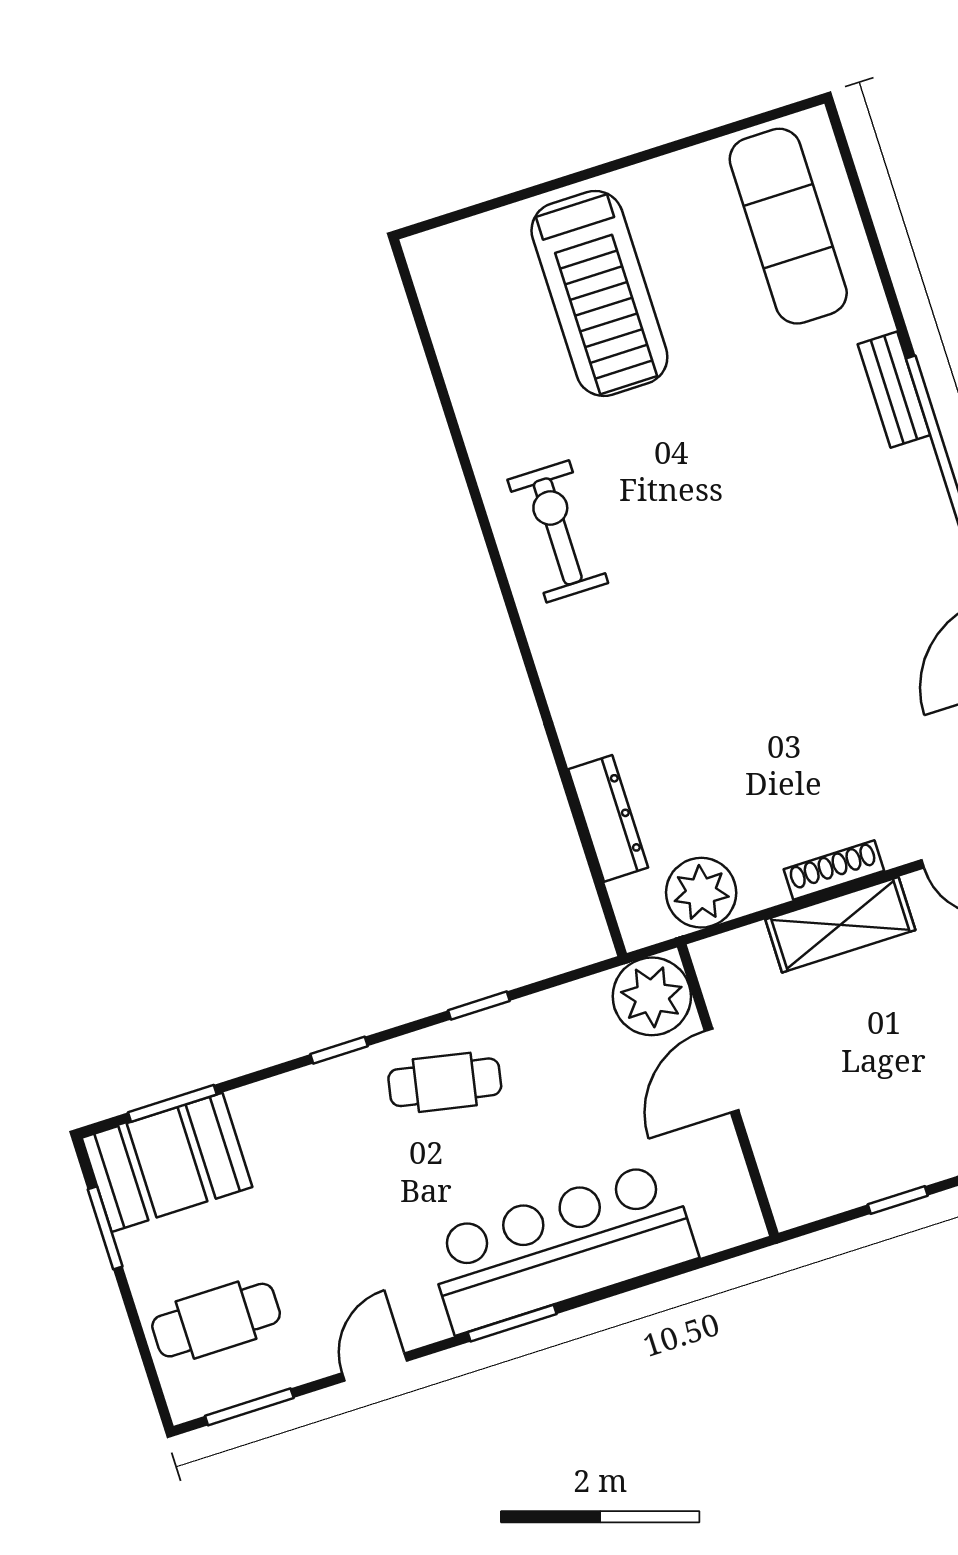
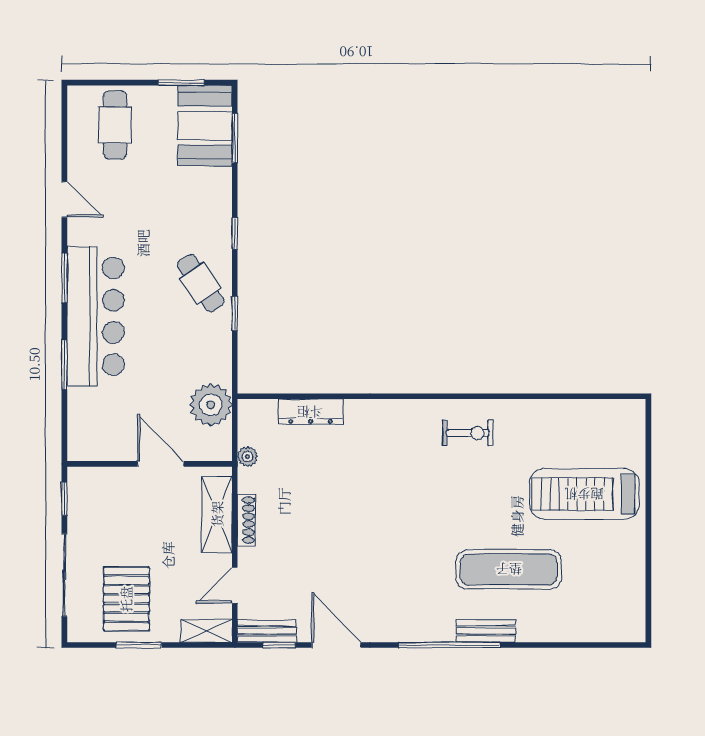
exercise mat: (788, 226) -> (509, 569), moved
exercise bike: (558, 531) -> (468, 433), width x0.73, depth x0.72
plant: (701, 893) -> (248, 456), width x0.53, depth x0.53
door: (722, 1071) -> (161, 464), moved
cafe table: (445, 1082) -> (201, 283), turned -45
wall: (728, 1090) -> (150, 464), moved
window: (249, 1407) -> (64, 365), moved

